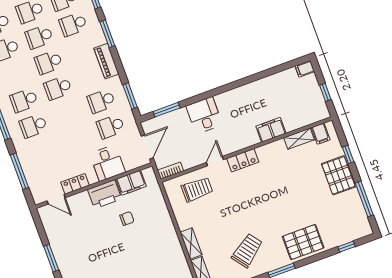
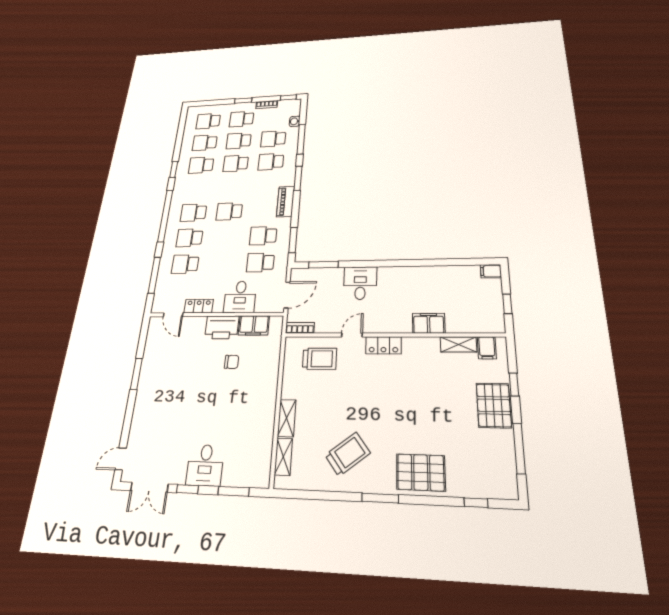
school desk: (49, 62) -> (185, 264), moved

